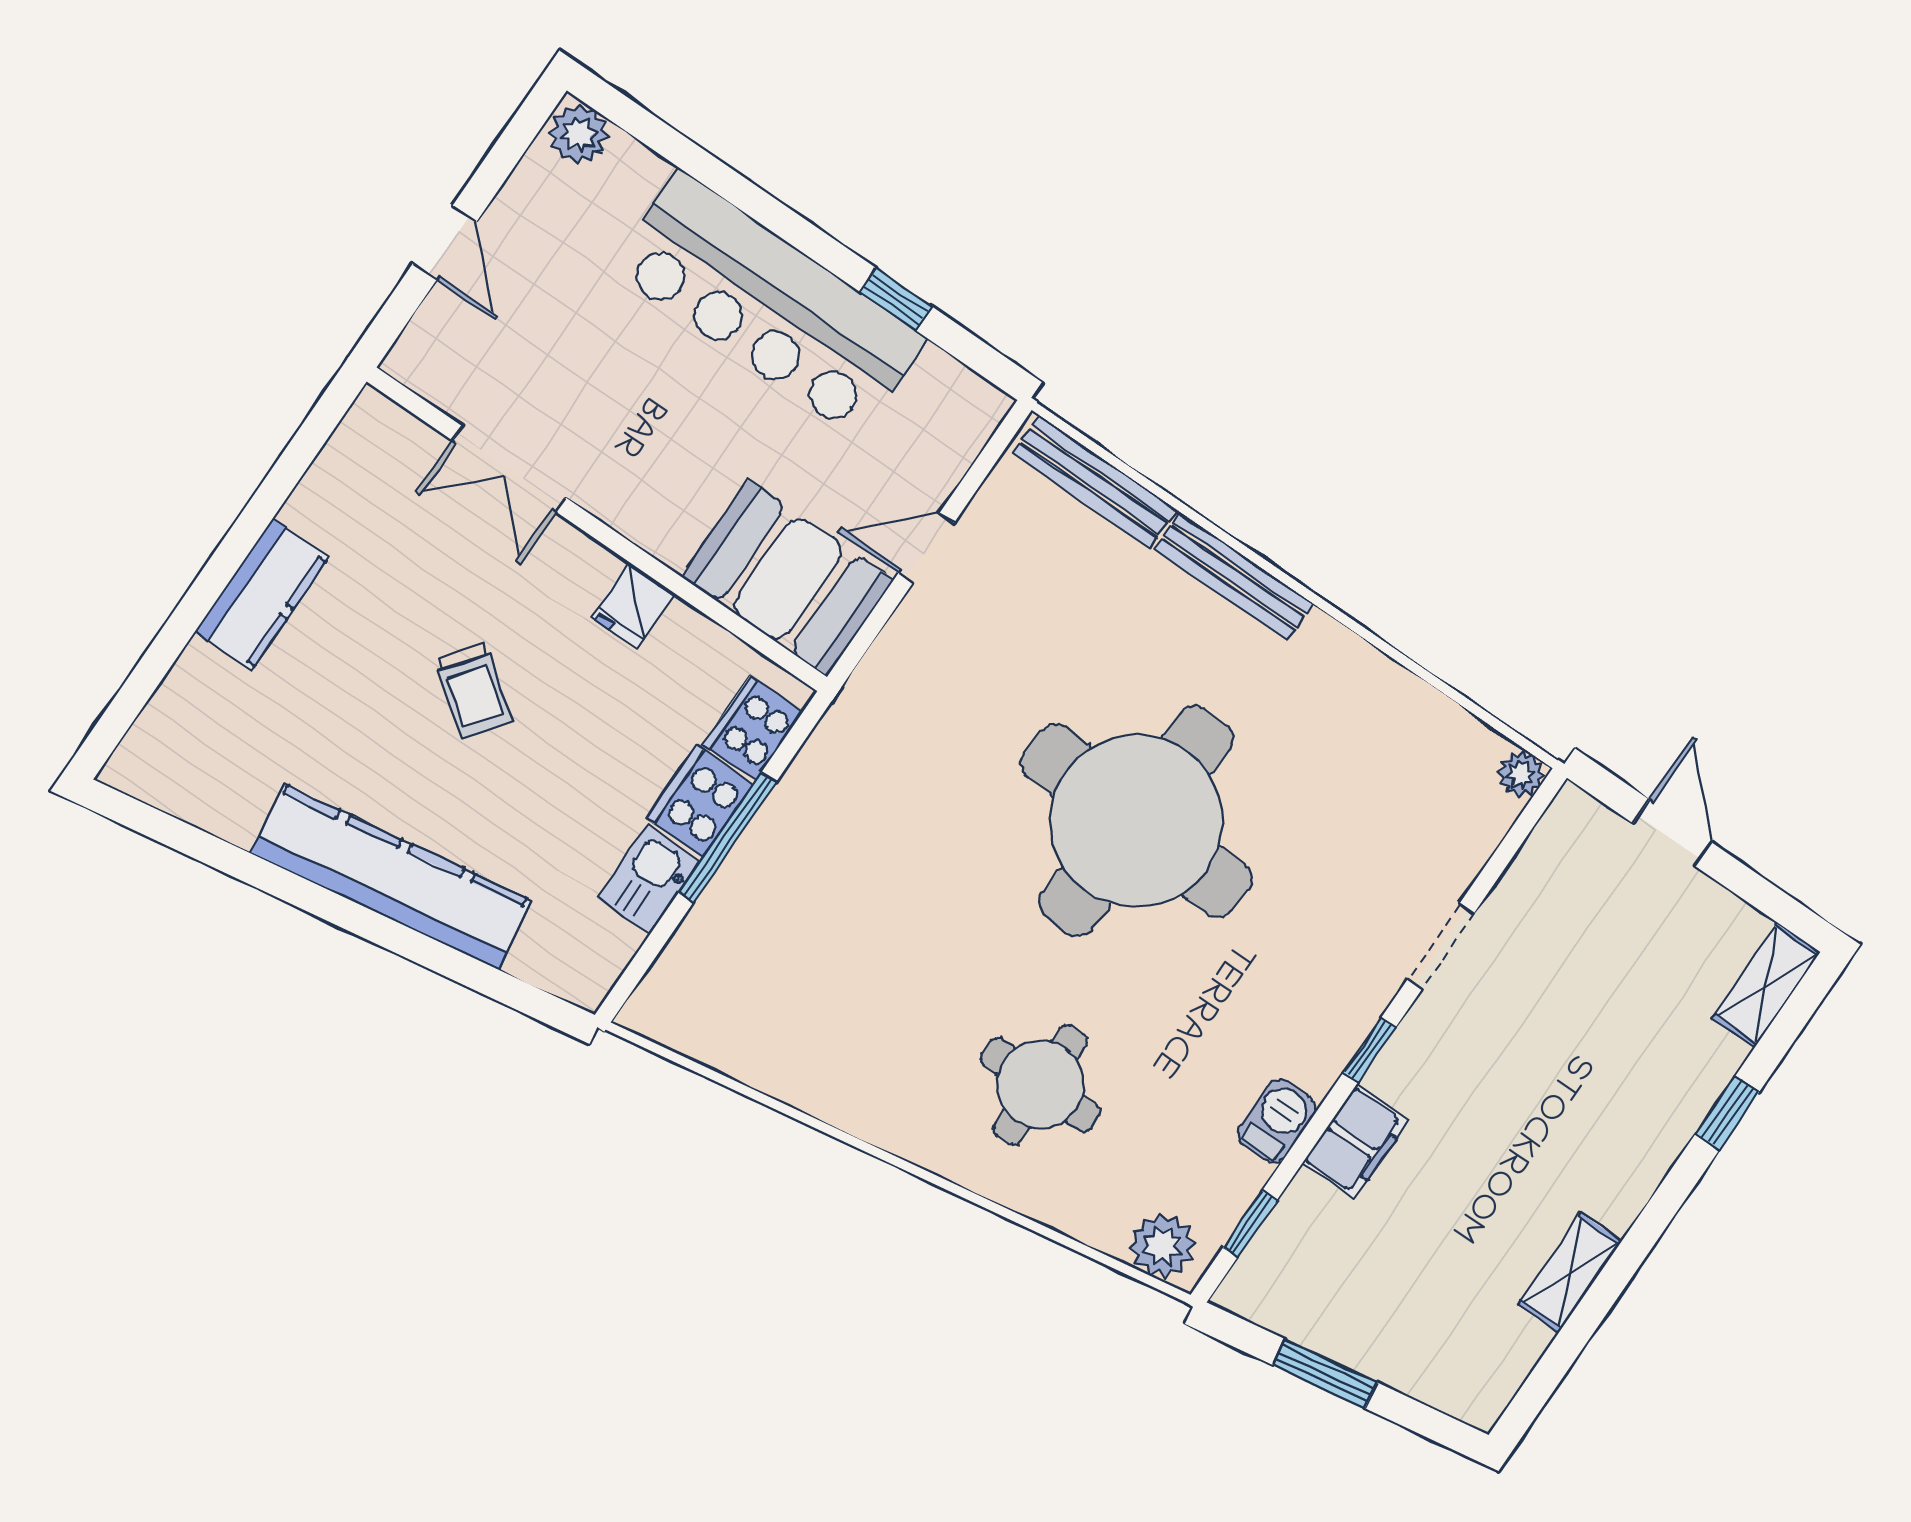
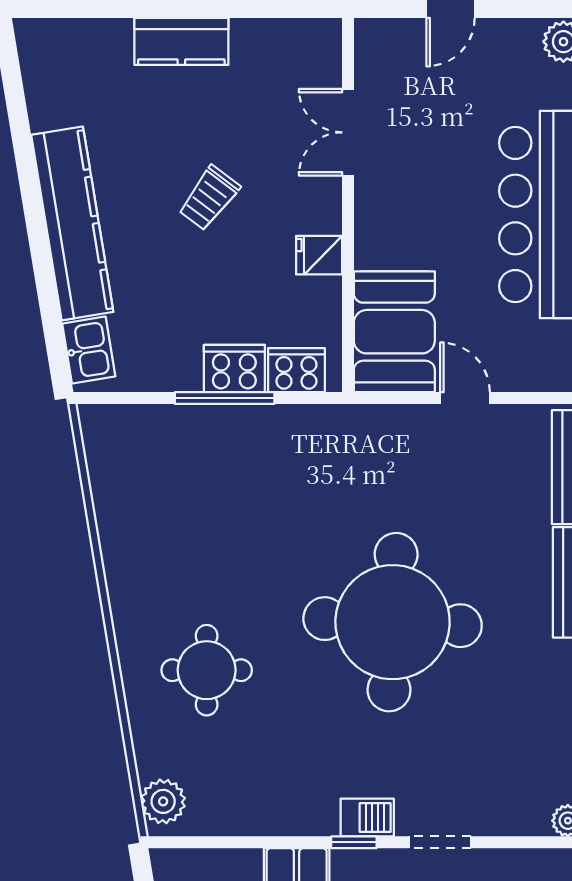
kitchen sink: (649, 880) -> (89, 350), moved, turned 81
barbecue: (1277, 1121) -> (367, 818), moved
window: (1250, 1224) -> (209, 842), removed

